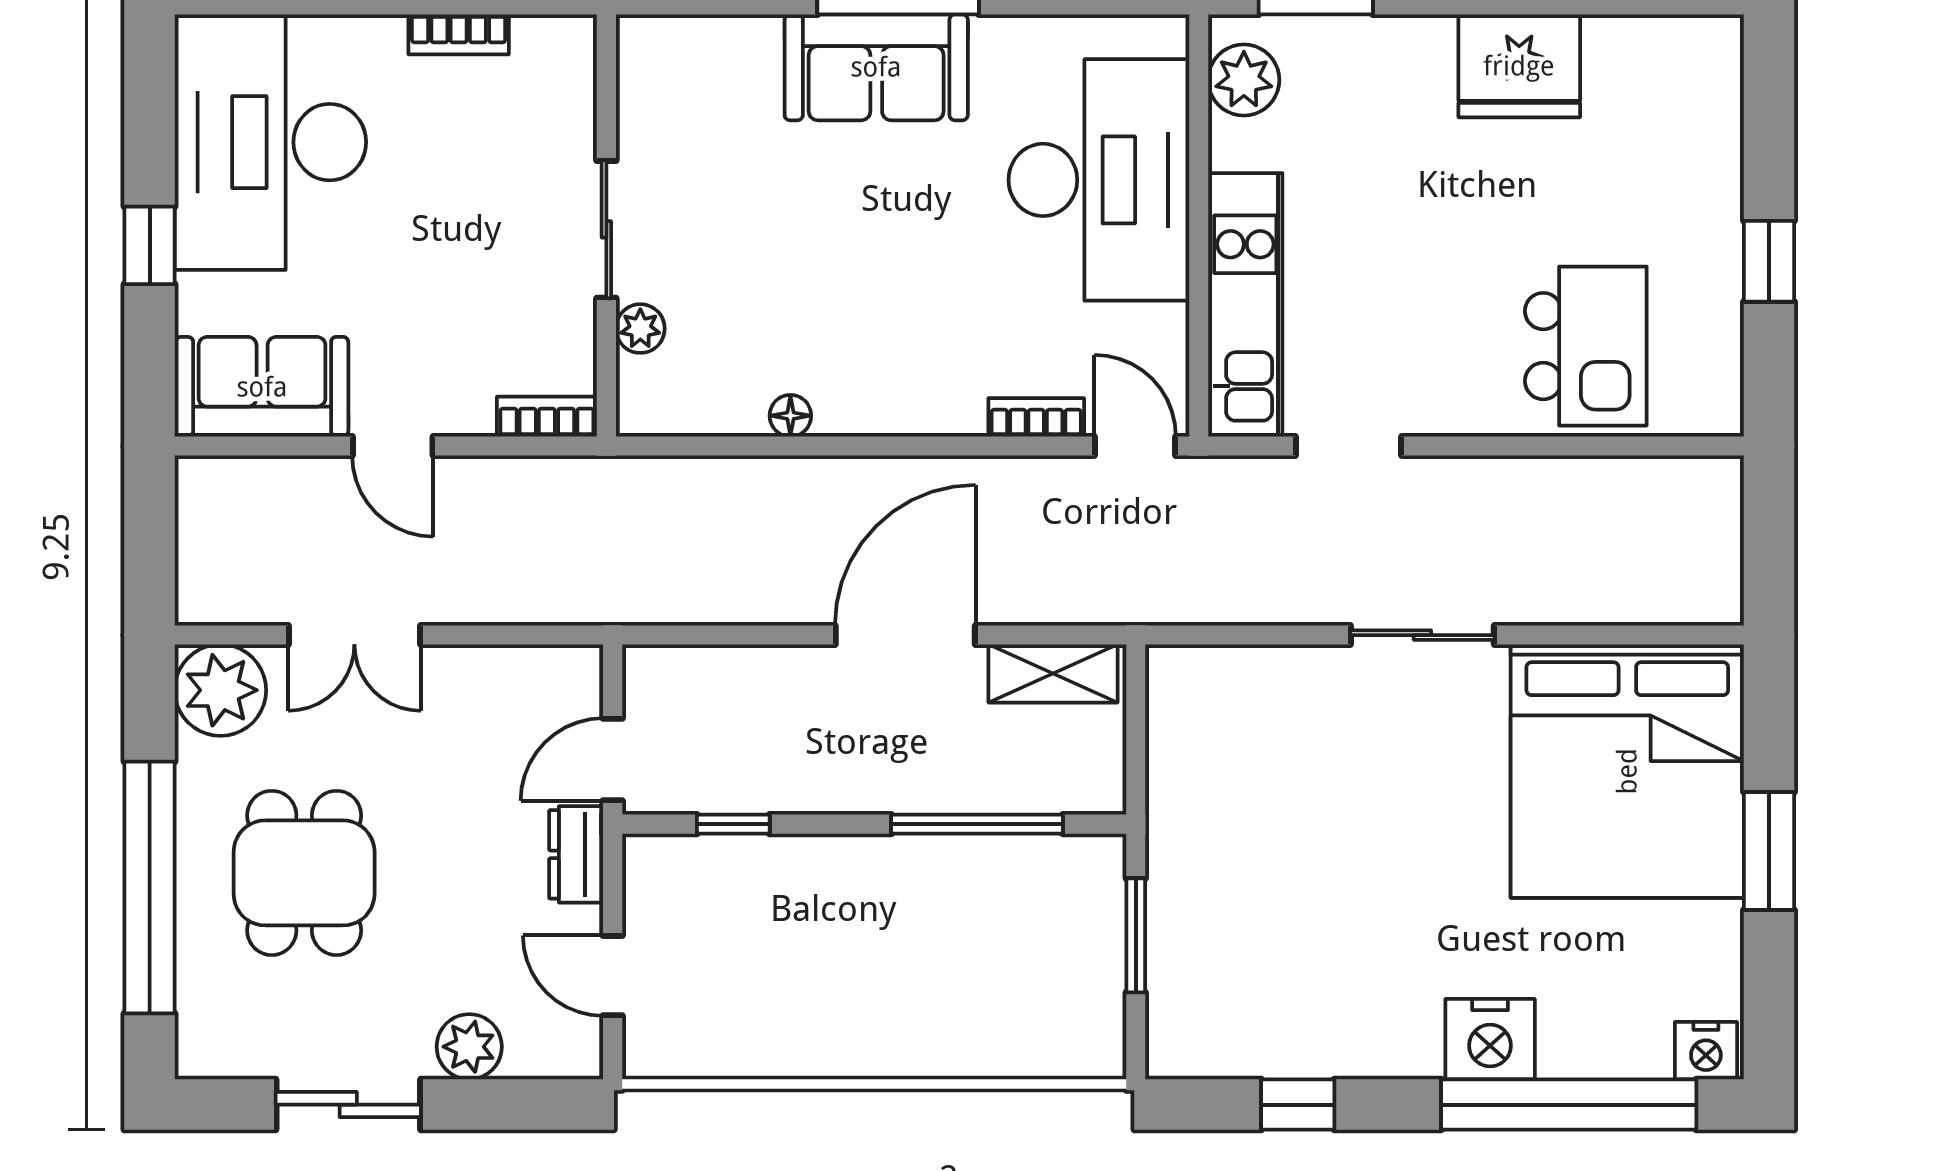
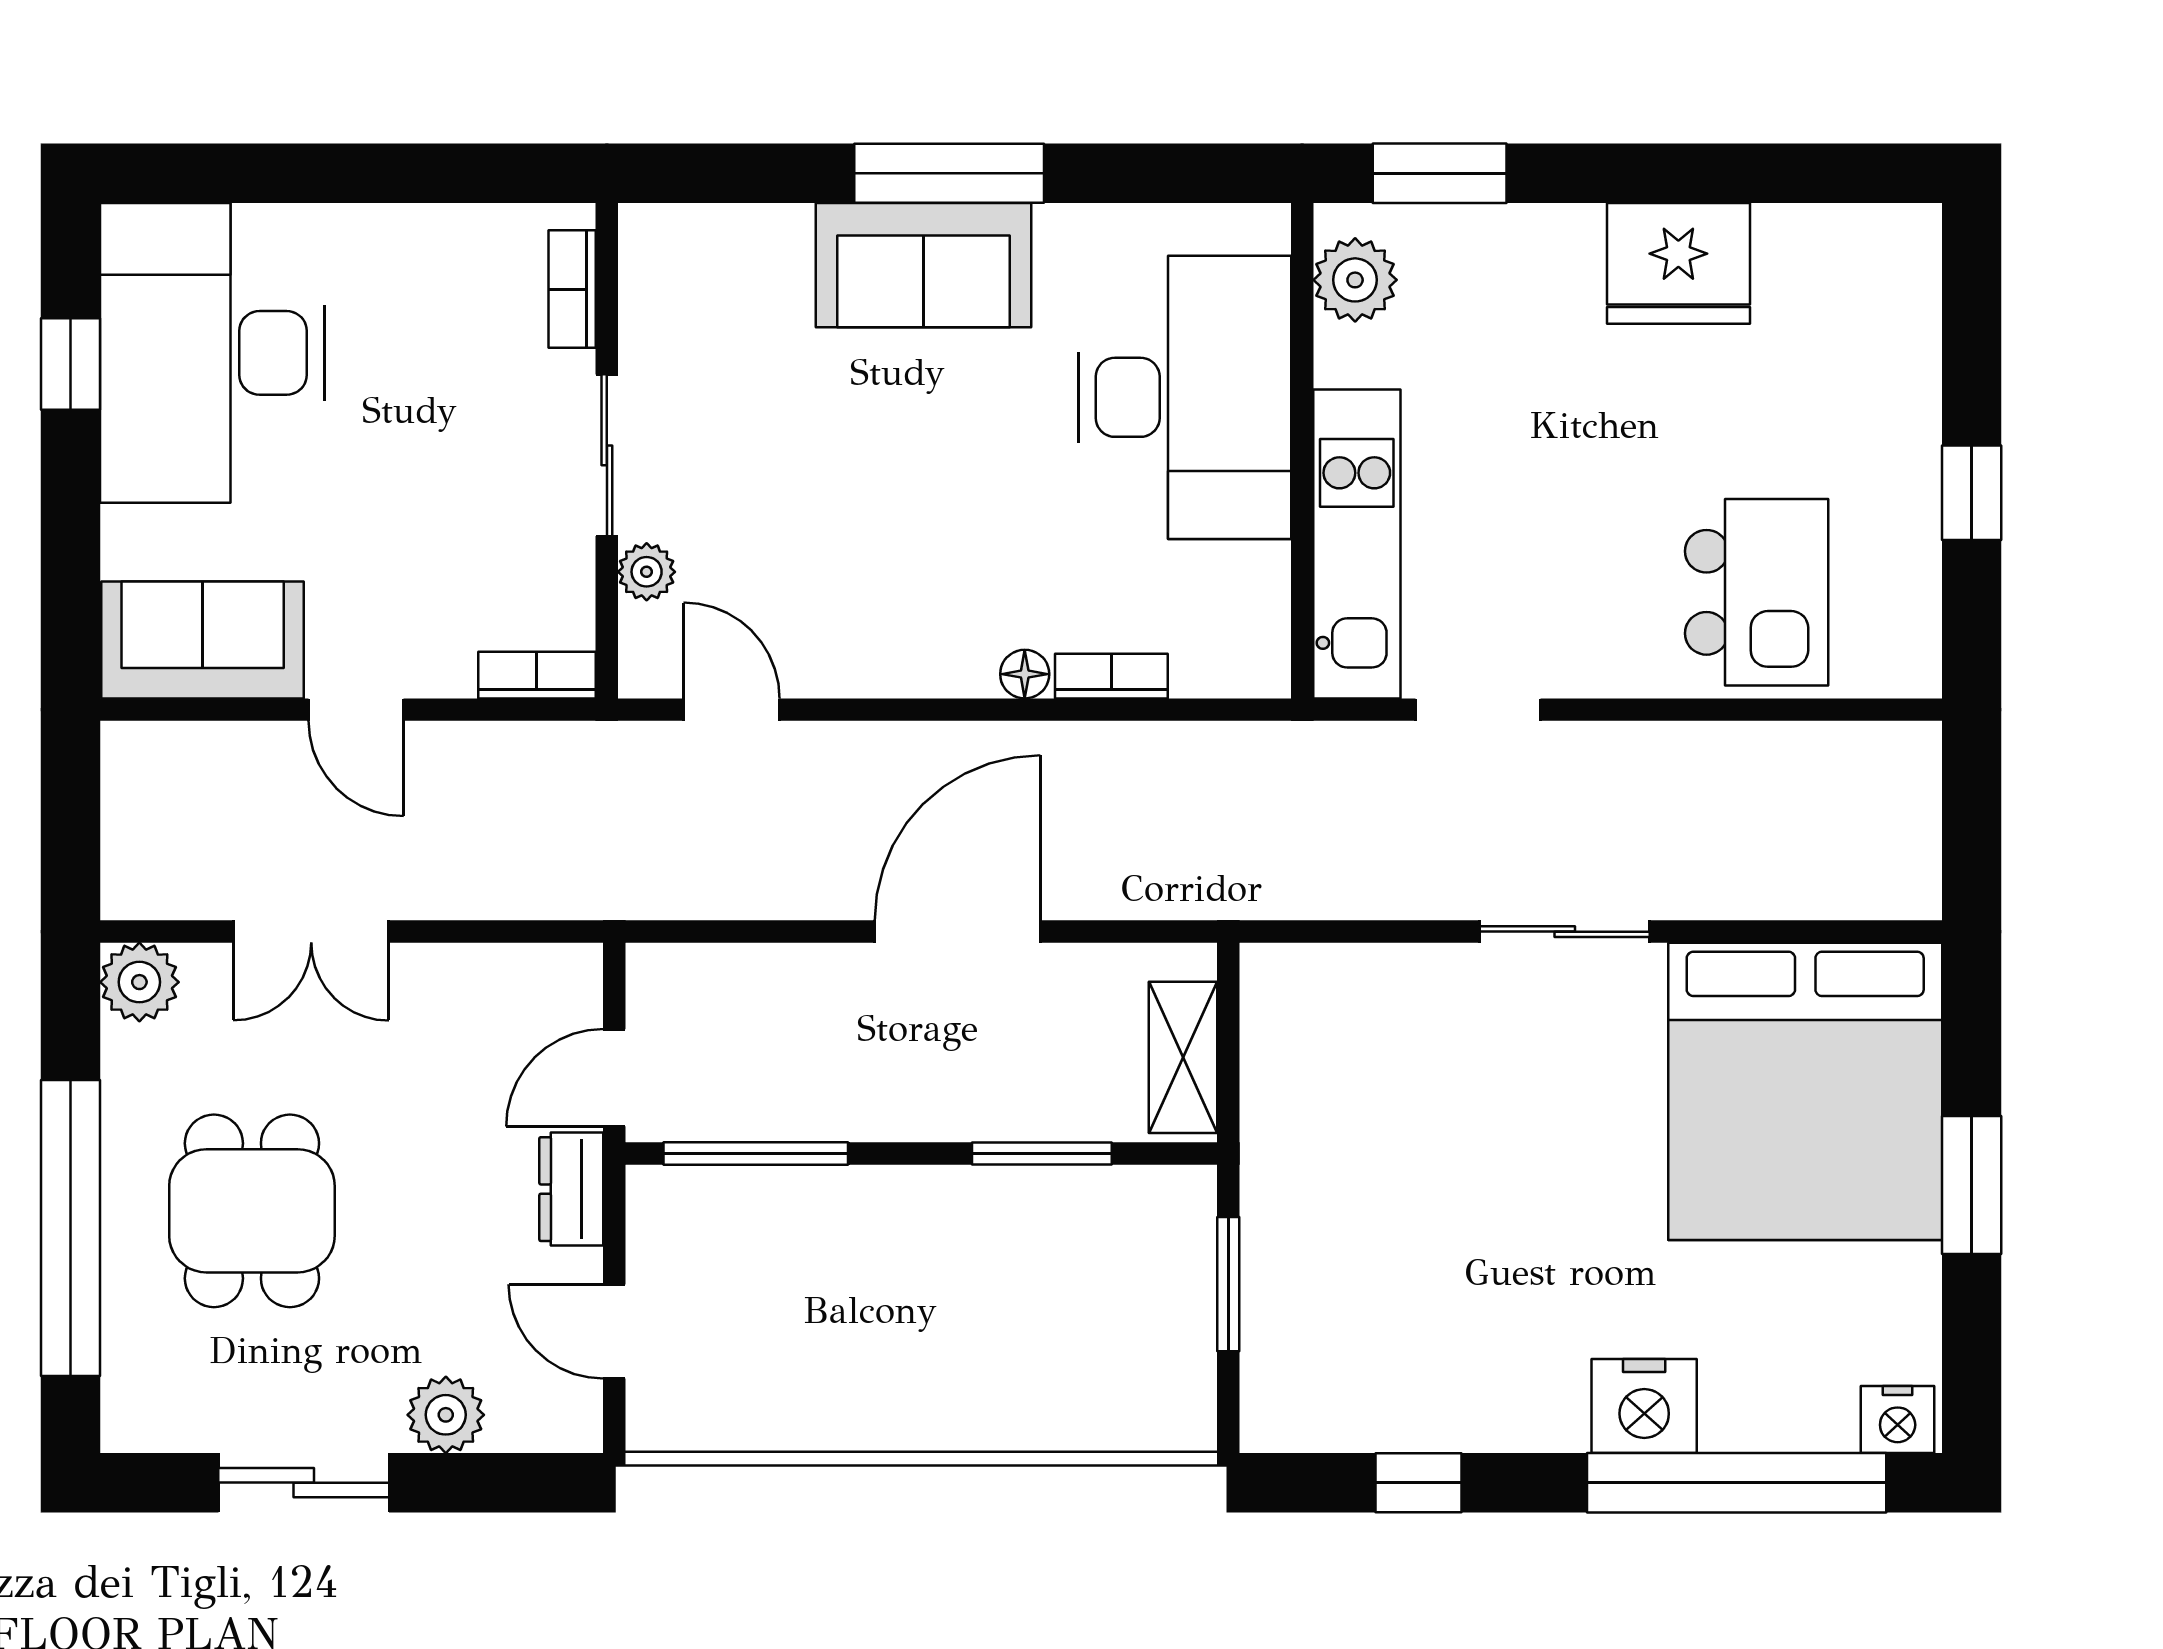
bookcase: (459, 34) -> (572, 289), moved, turned 90
window: (150, 245) -> (70, 364), moved
floor lamp: (790, 416) -> (1025, 674), moved
door: (1135, 446) -> (732, 710), moved
shelving: (1053, 674) -> (1183, 1057), moved, turned 90
plant: (220, 690) -> (139, 982), width x0.73, depth x0.73
window: (733, 824) -> (756, 1153), width x2.17
window: (977, 824) -> (1042, 1153), width x0.69

